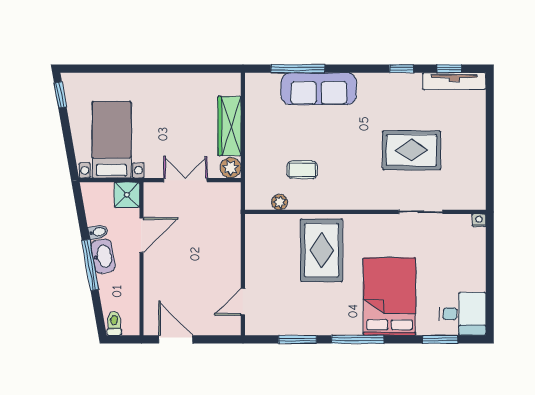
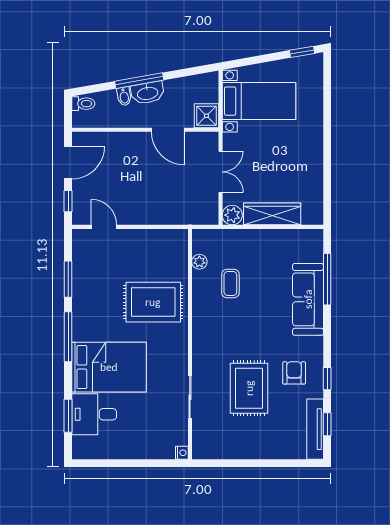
armchair: (396, 103) -> (294, 373), added
bidet: (98, 232) -> (124, 96), moved
desk: (463, 314) -> (94, 414), moved, turned 90
window: (216, 339) -> (68, 201), added

